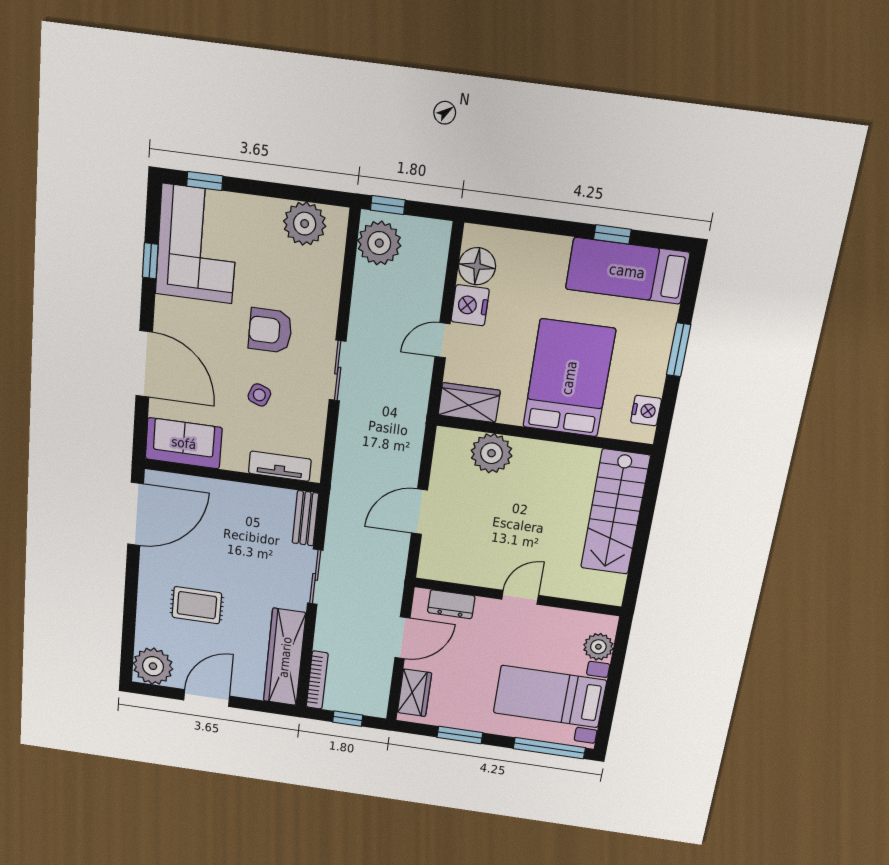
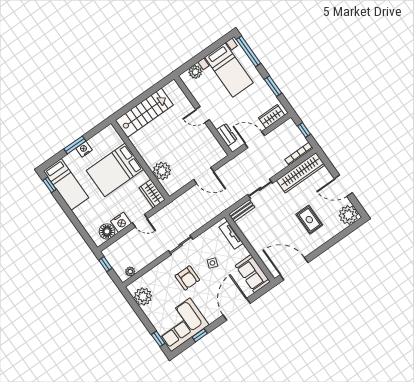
window: (388, 205) -> (105, 264), moved
window: (612, 234) -> (50, 185), moved
plant: (379, 243) -> (130, 272), width x0.53, depth x0.53
nightstand: (646, 411) -> (84, 149), moved

